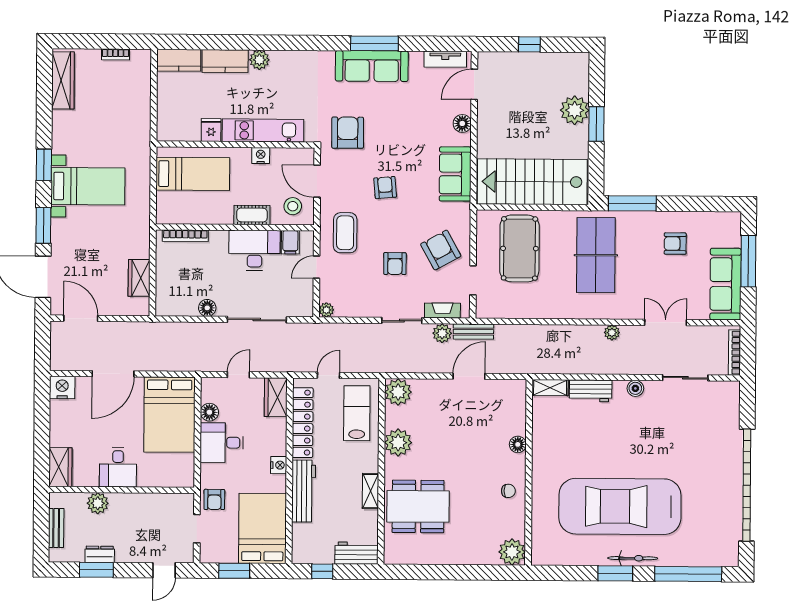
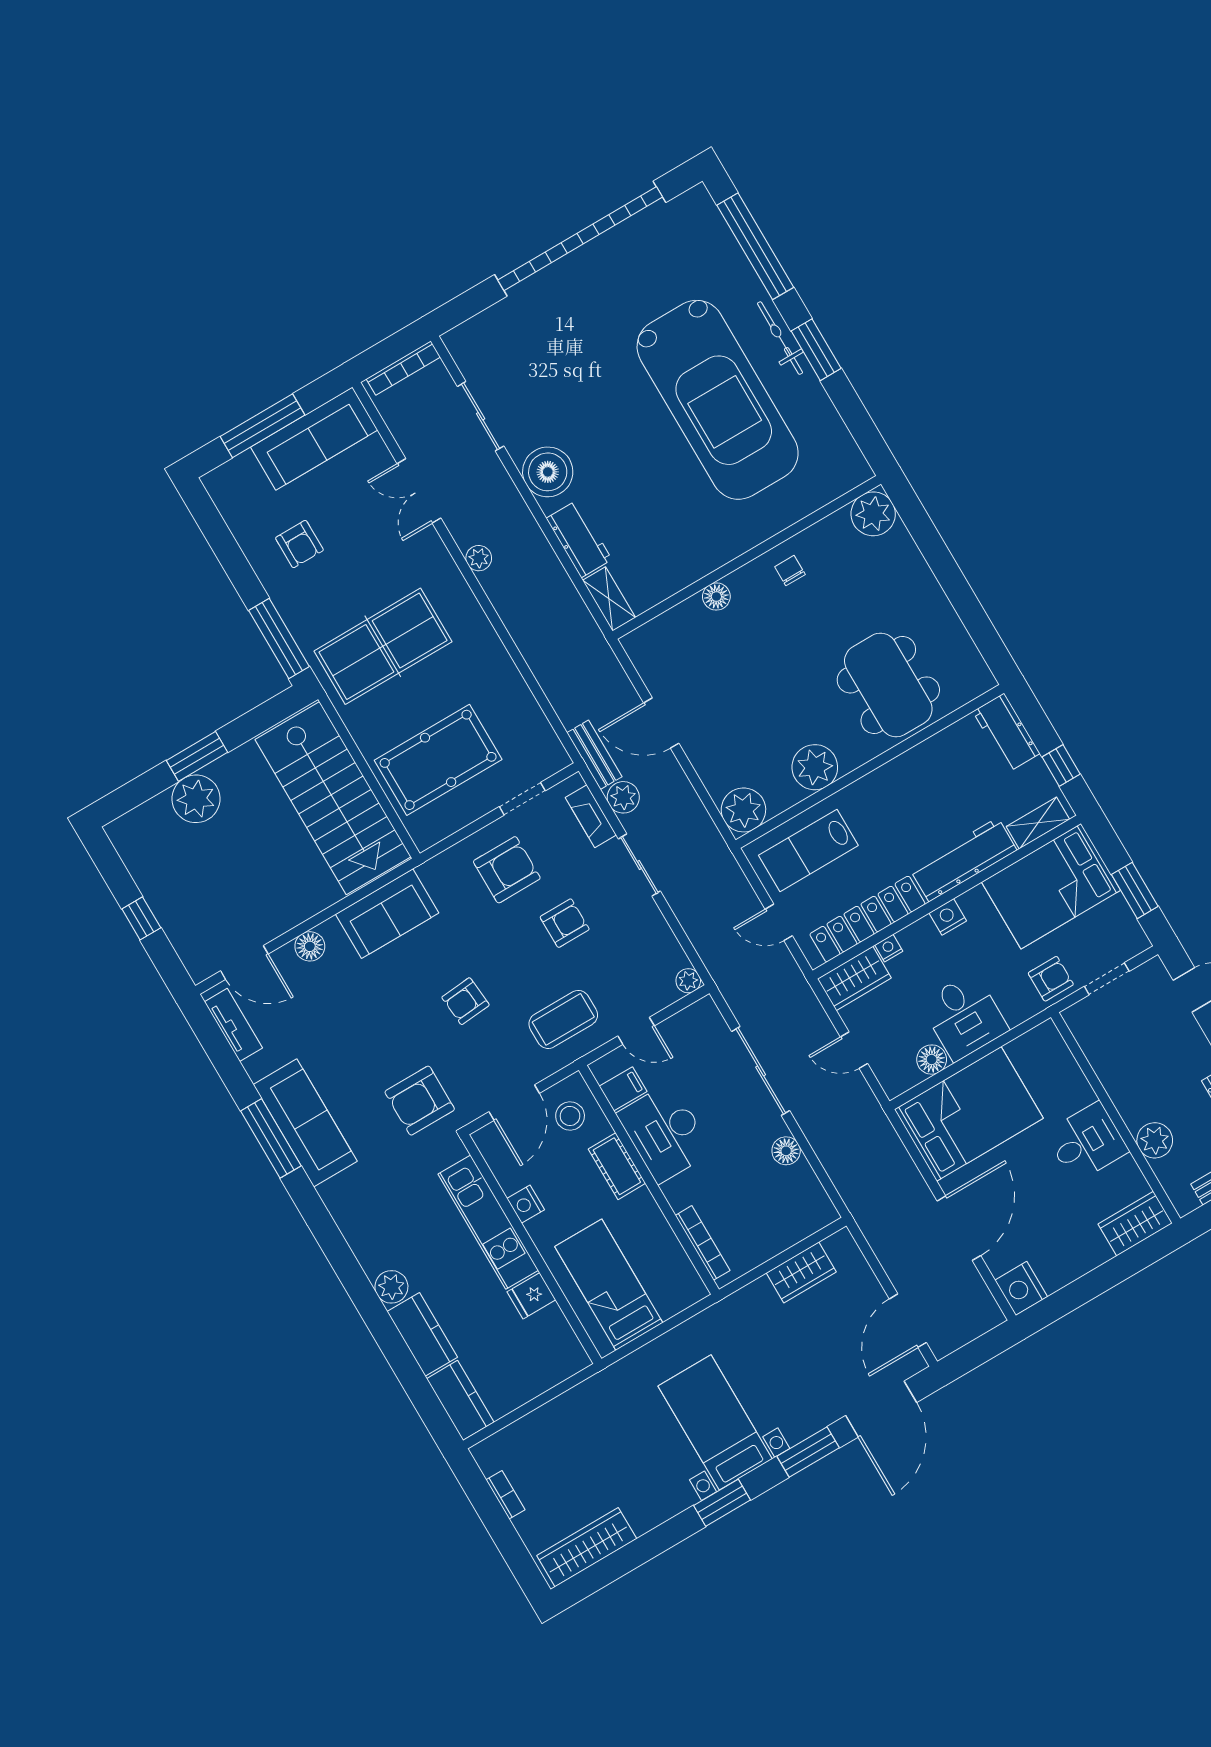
armchair: (441, 250) -> (507, 870), turned -151
door: (113, 374) -> (959, 1228), hinge flipped
boiler: (635, 388) -> (548, 472), width x1.86, depth x1.86
nightstand: (281, 425) -> (889, 948), added
shelving: (371, 491) -> (1038, 823), moved

